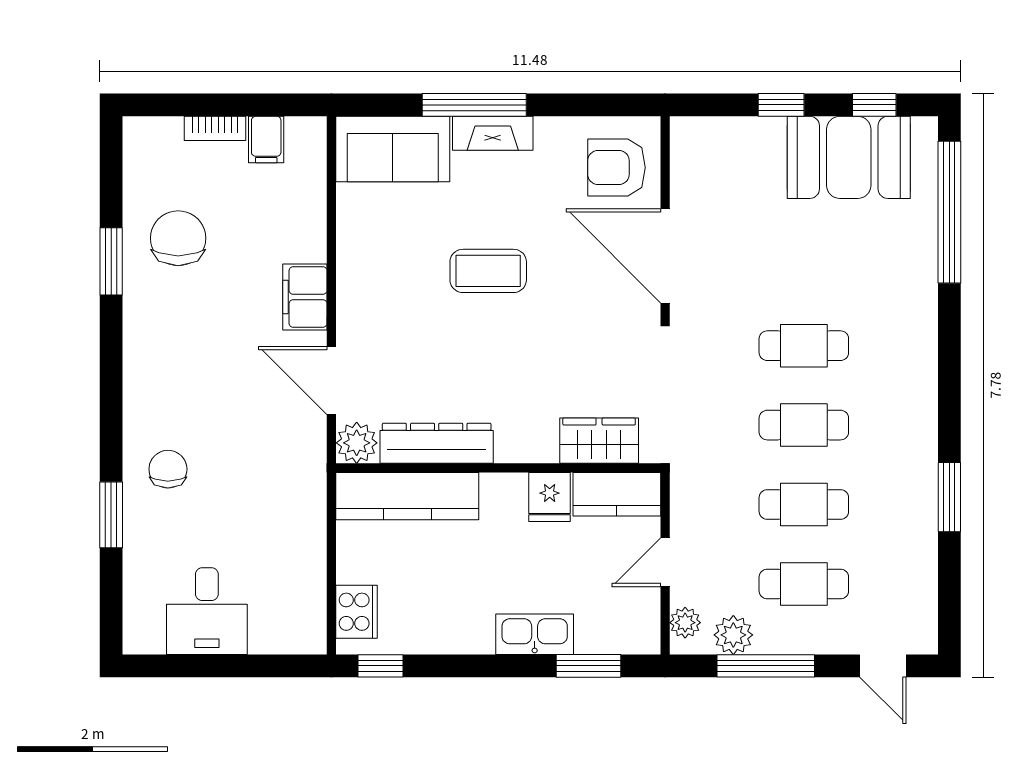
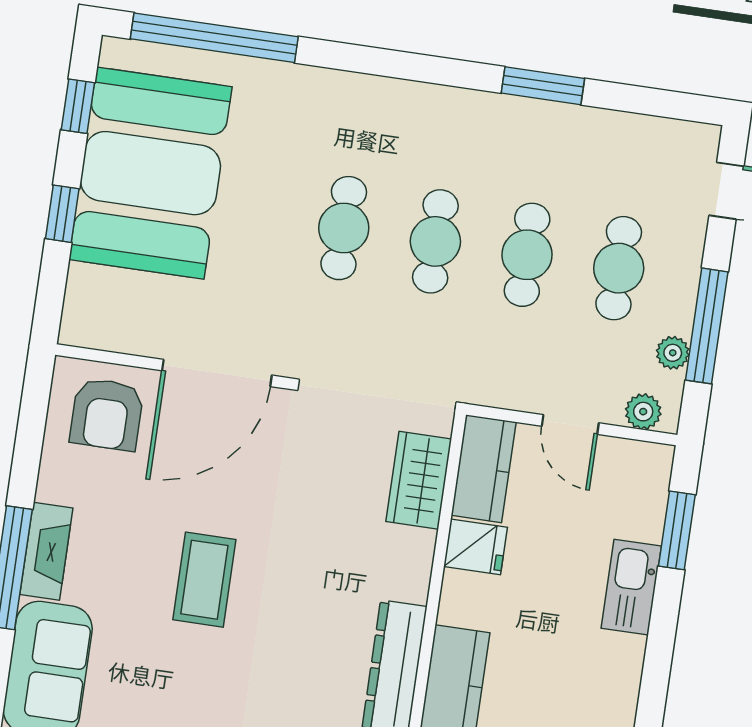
booth: (849, 157) -> (150, 173), width x1.36, depth x1.42
plant: (733, 635) -> (673, 353), width x0.73, depth x0.73

